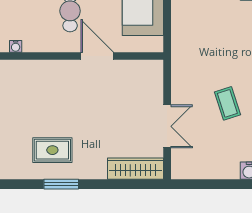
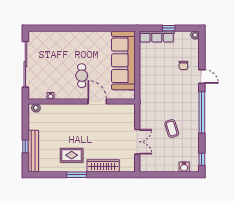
wardrobe: (135, 169) -> (103, 166), moved

